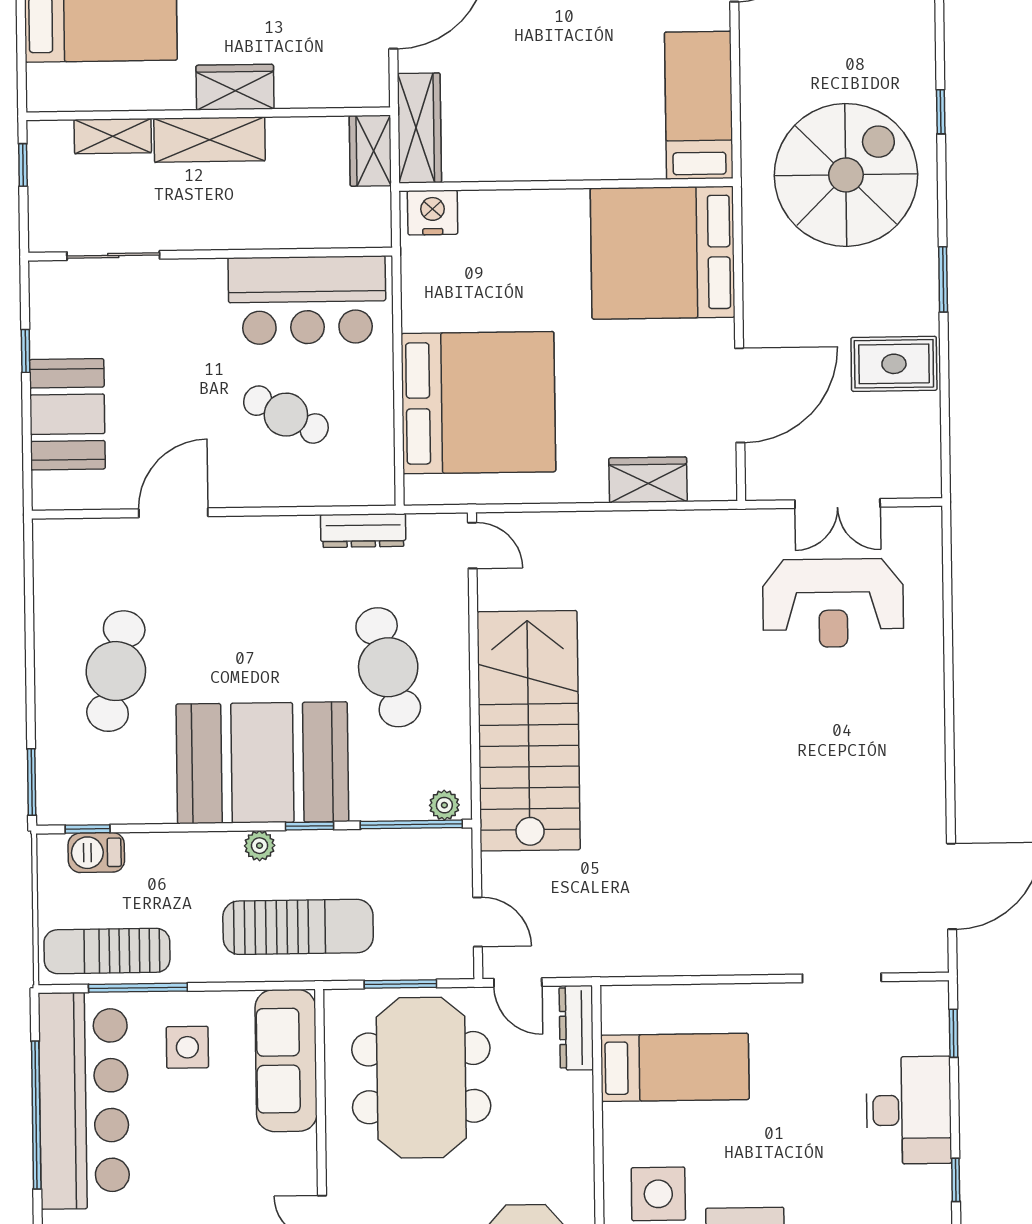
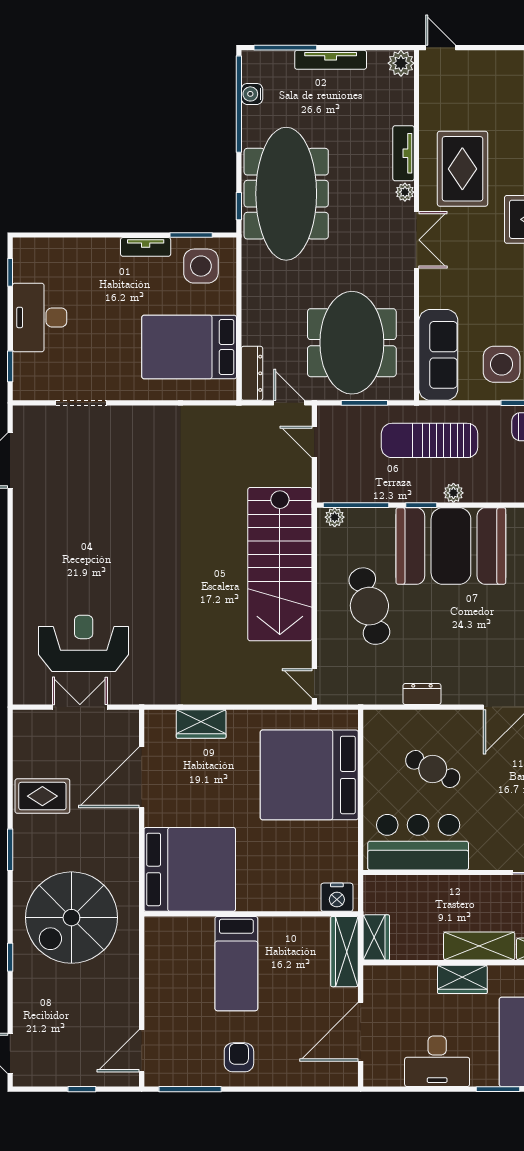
bed: (699, 105) -> (236, 964), moved
dresser: (363, 530) -> (422, 694), moved, width x0.70
side table: (187, 1047) -> (502, 364), width x1.37, depth x1.37
bed: (675, 1067) -> (189, 347), width x1.50

